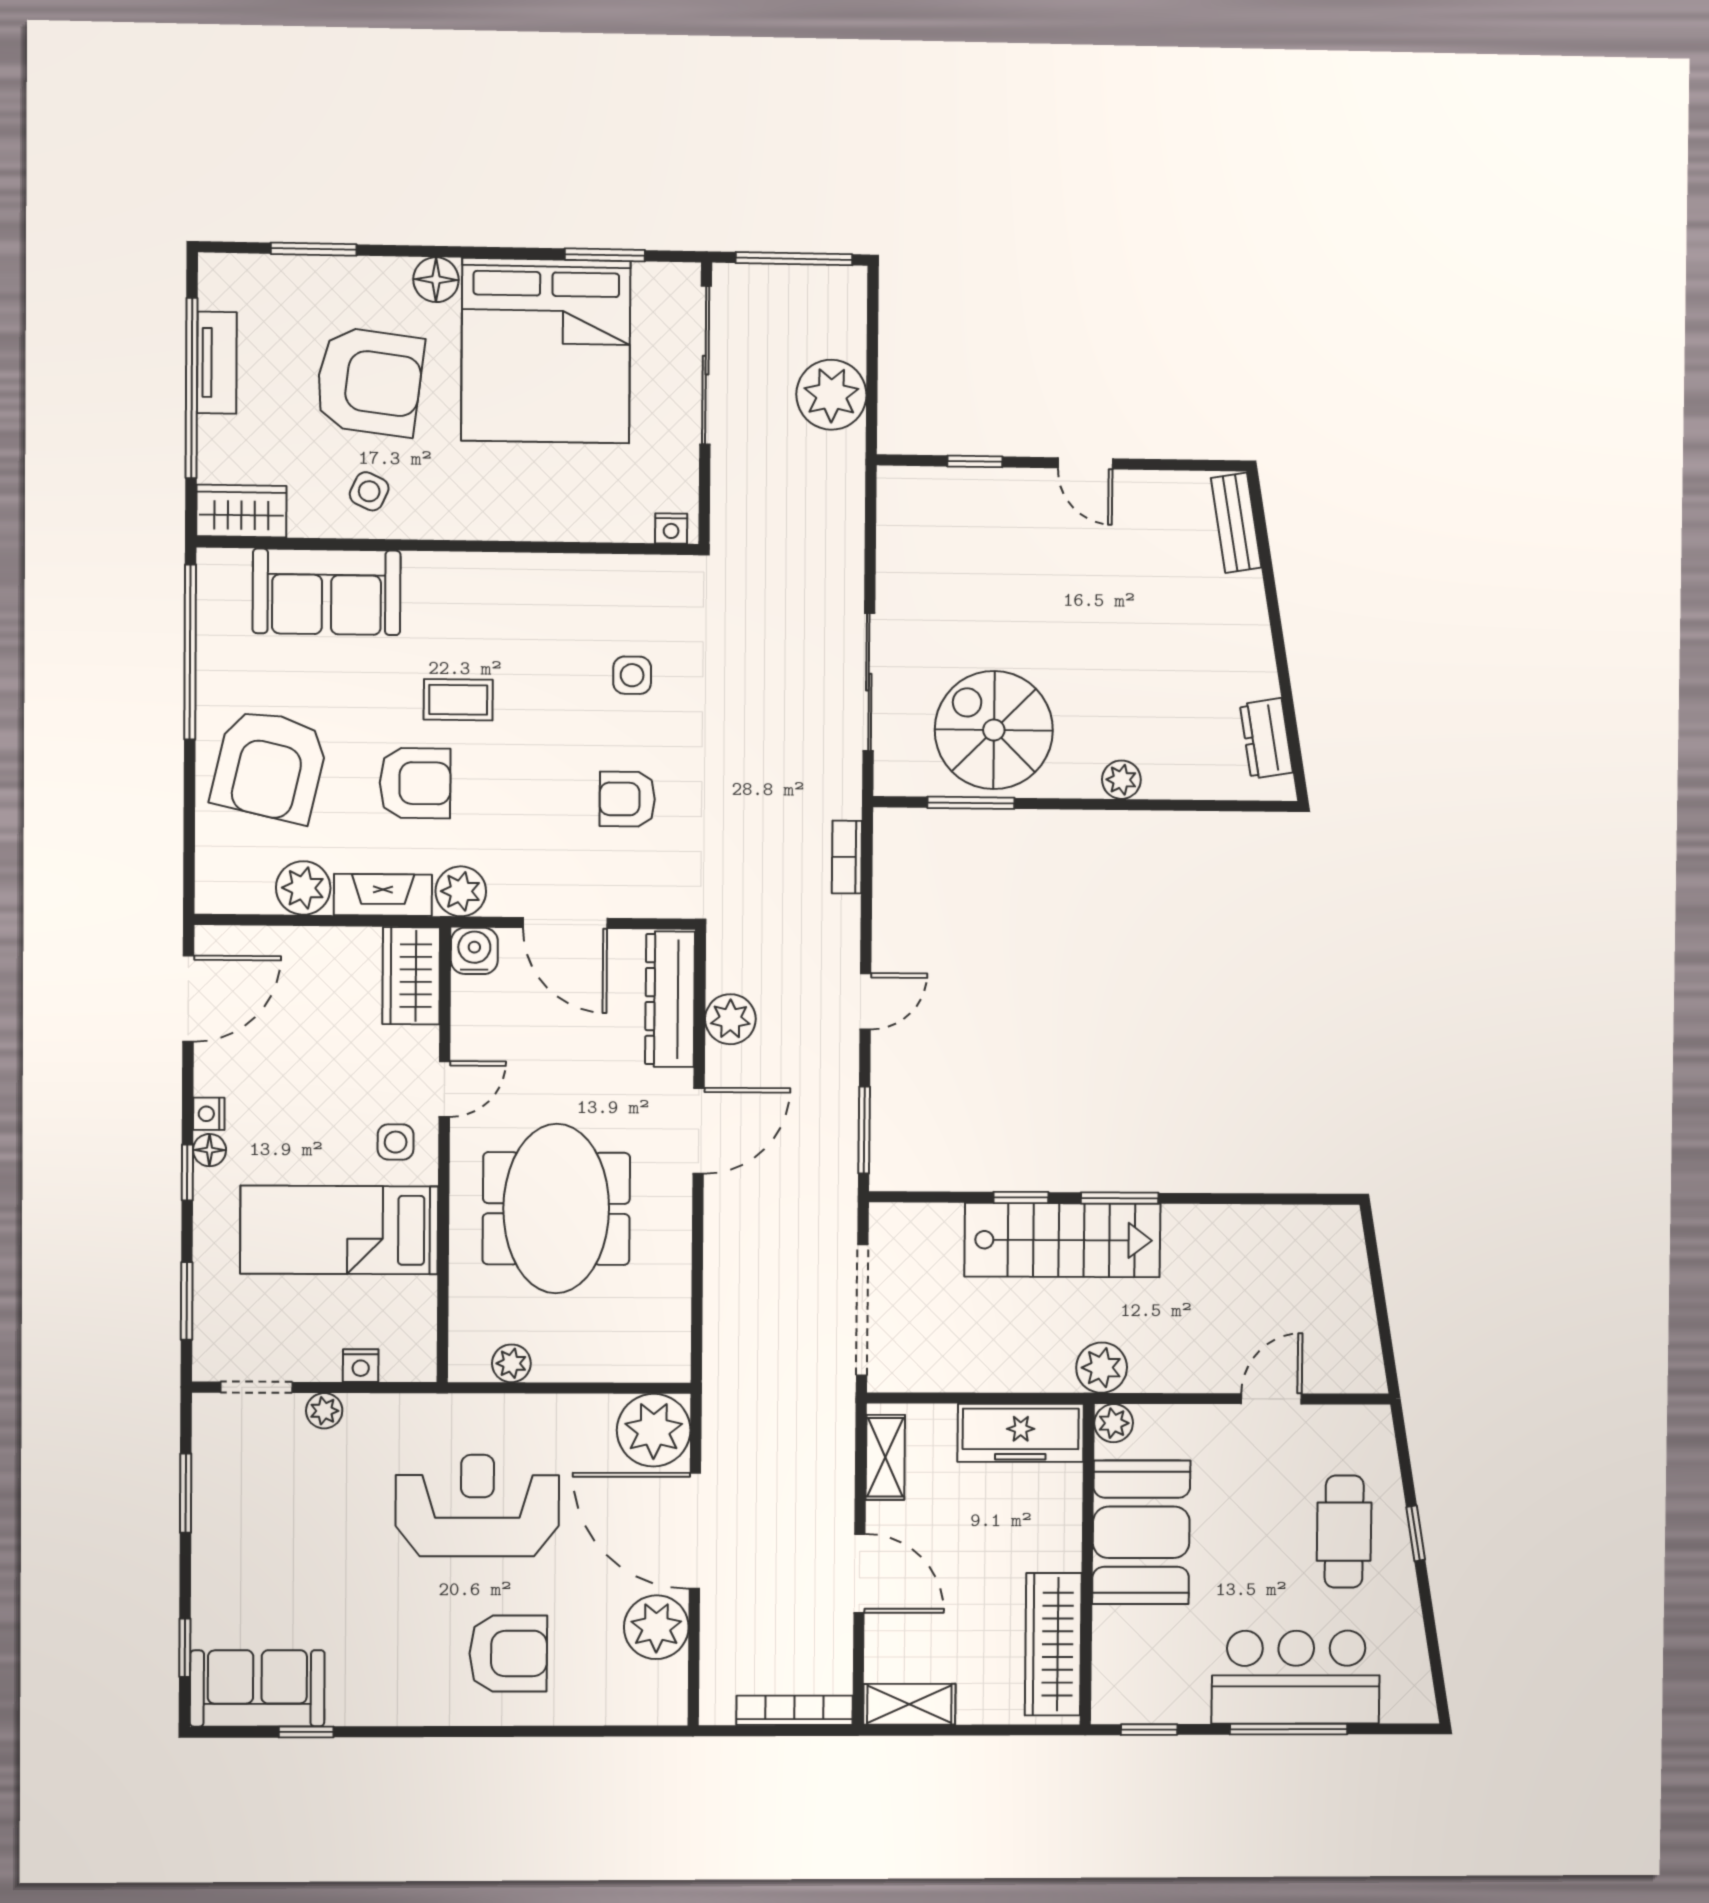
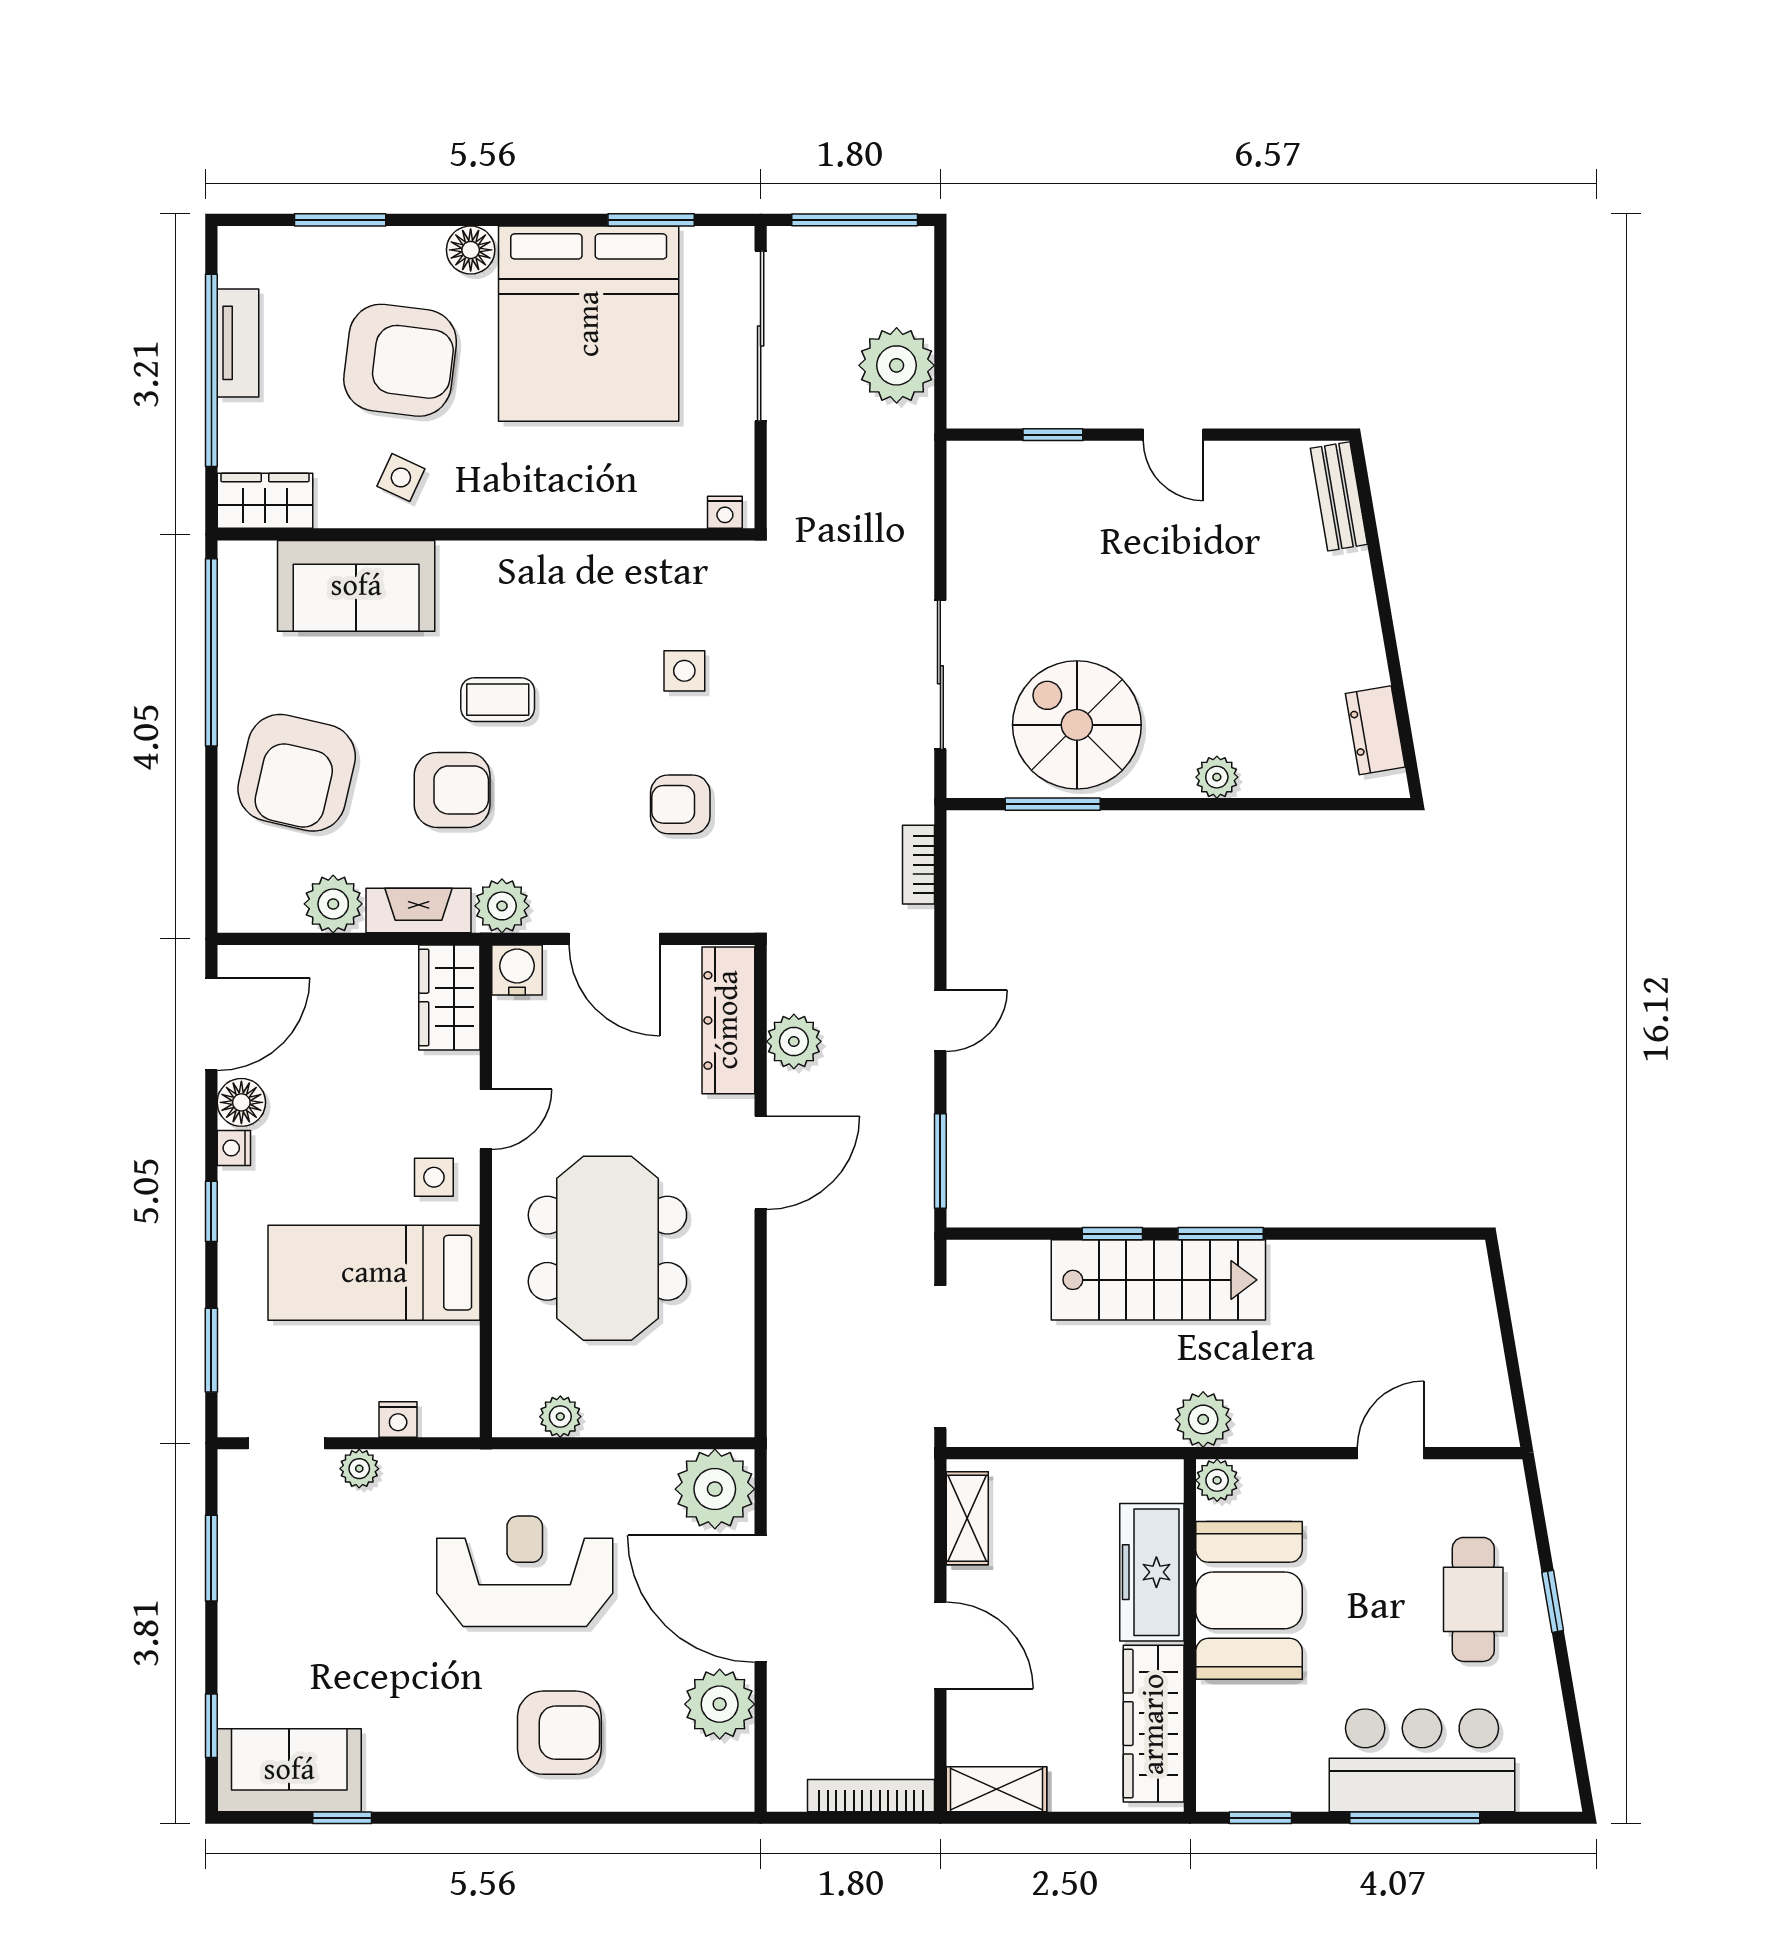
floor lamp: (210, 1150) -> (241, 1102), moved, width x1.37, depth x1.37
freezer: (1021, 1433) -> (1152, 1572), moved, turned 90

